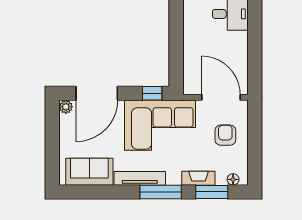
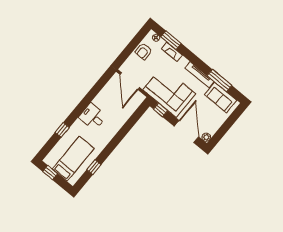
door: (97, 93) -> (186, 131), hinge flipped
armchair: (225, 135) -> (144, 51), moved
window: (161, 192) -> (220, 81), moved

